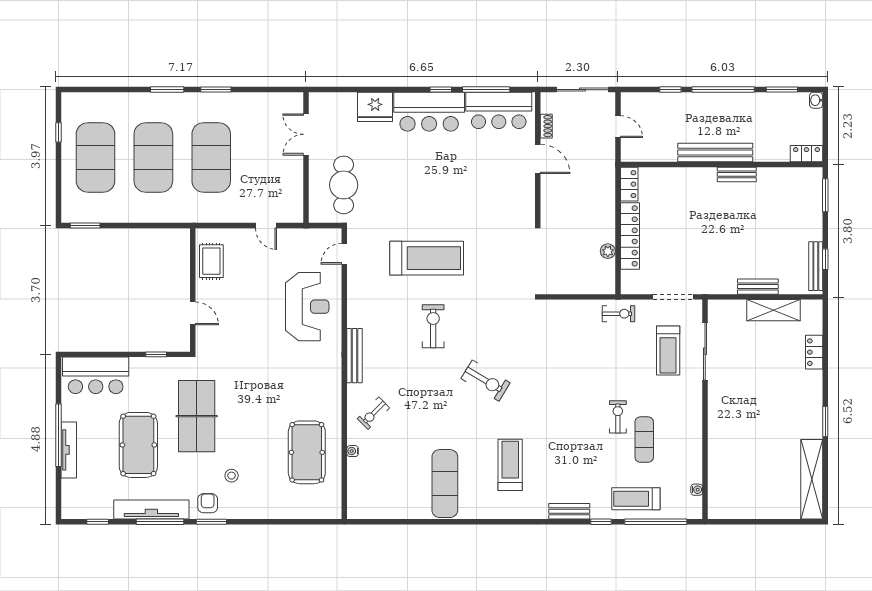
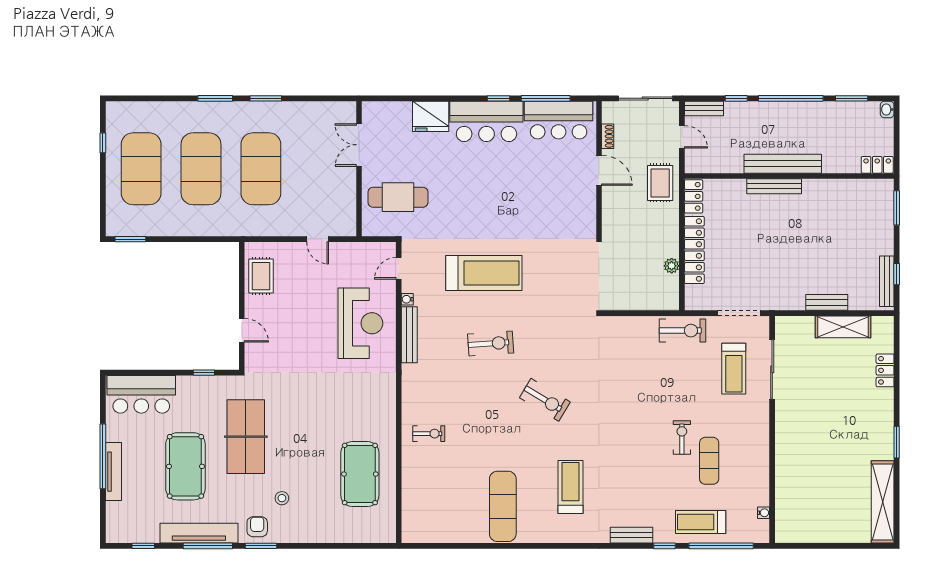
bench: (639, 99) -> (704, 108), added
rug: (597, 171) -> (660, 183), added
bench: (737, 174) -> (774, 186), moved, width x1.36
cafe table: (344, 185) -> (398, 197), turned 90
exercise bike: (619, 314) -> (683, 331), width x1.38, depth x1.39
exercise bike: (433, 326) -> (491, 344), turned 86
bench: (355, 356) -> (409, 335), moved
exercise bike: (373, 413) -> (429, 434), turned -135
water cooler: (353, 451) -> (407, 299), moved

